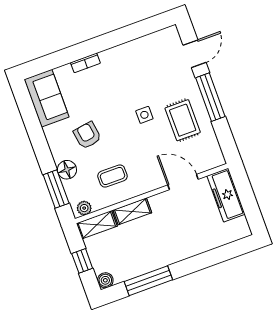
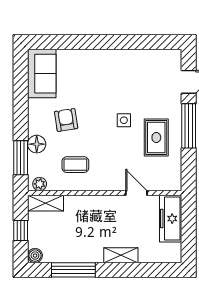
bookcase: (85, 63) -> (88, 55), removed
door: (183, 182) -> (136, 193), width x0.73
shelving: (132, 211) -> (121, 255), moved

